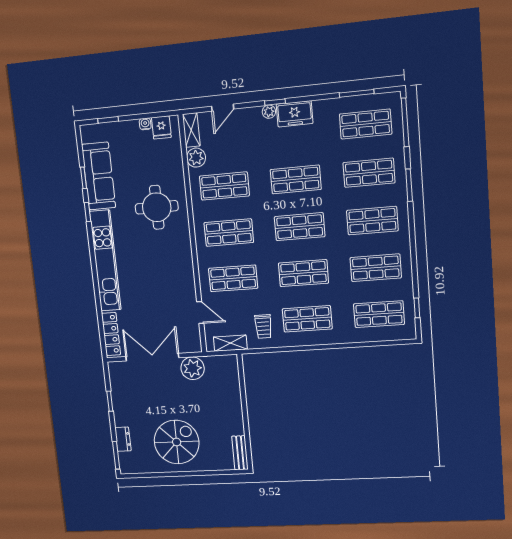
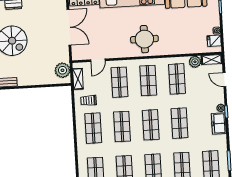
round table: (157, 207) -> (144, 39), moved
plant: (193, 368) -> (62, 70), moved

